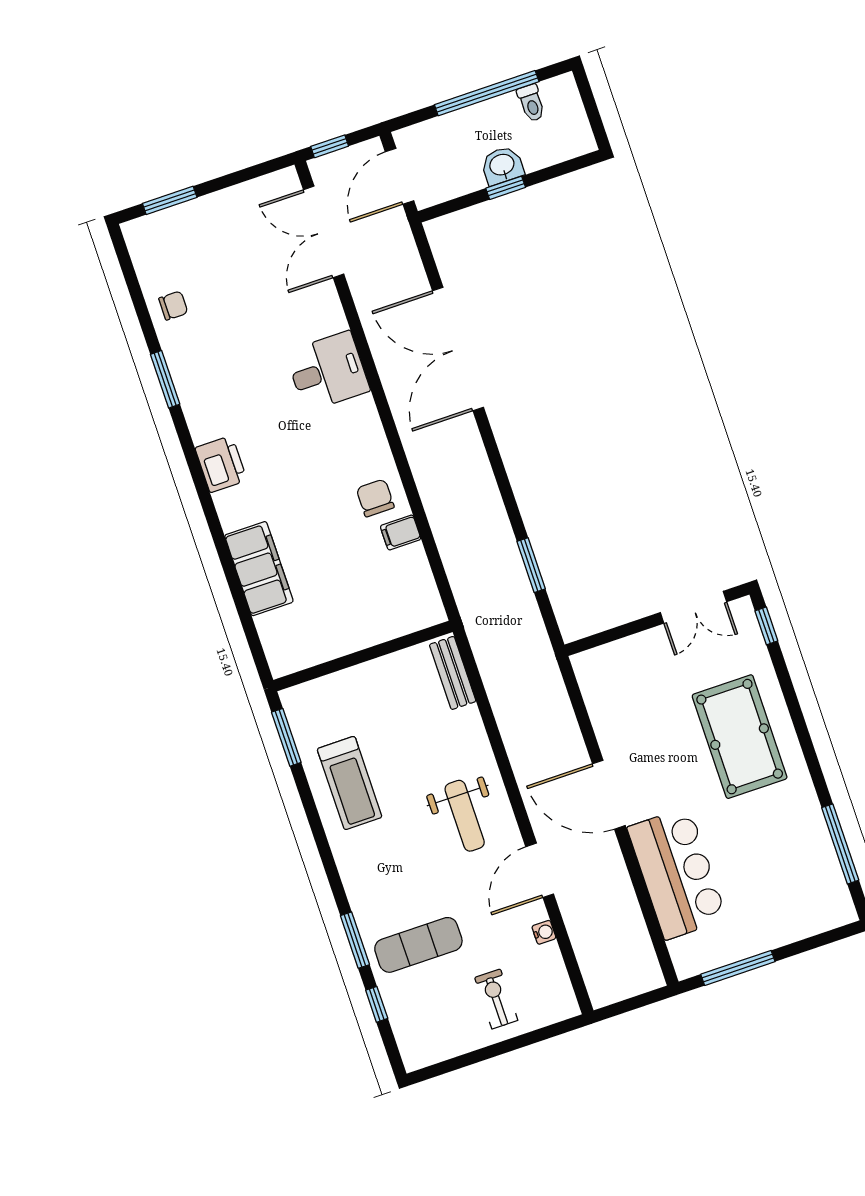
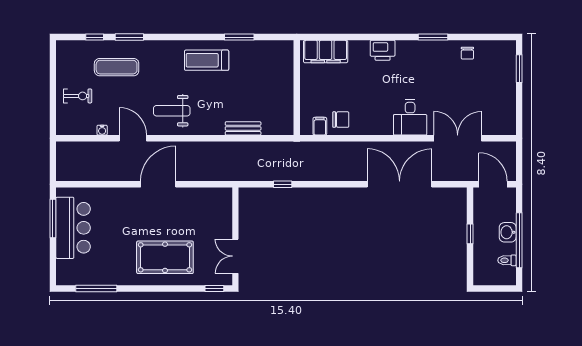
window: (330, 146) -> (519, 155), removed
washbasin: (502, 166) -> (508, 232), moved, turned 180
double door: (324, 232) -> (458, 138), moved
window: (531, 565) -> (283, 184), width x0.67
wall: (363, 656) -> (297, 88), moved
bar counter: (677, 873) -> (73, 228), moved, turned -90
exercise mat: (418, 945) -> (117, 67), turned 90

